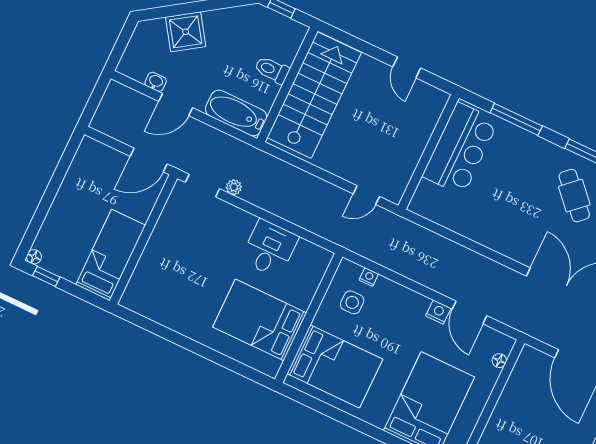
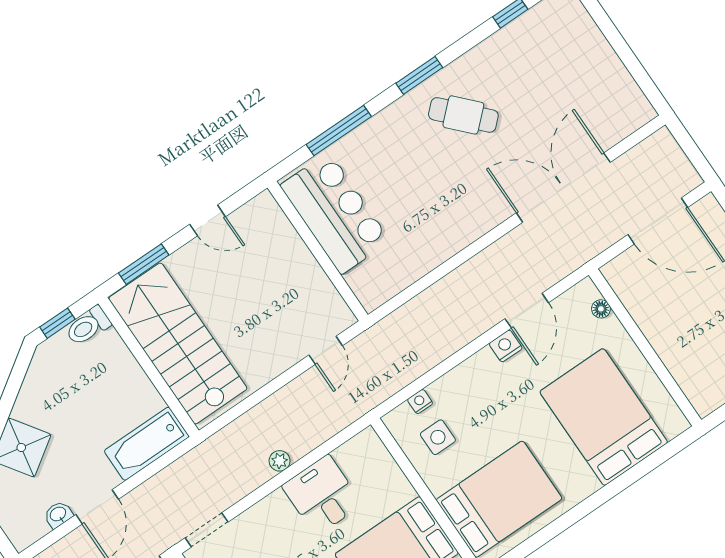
window: (353, 42) -> (144, 264), added
toilet: (272, 70) -> (88, 326), moved
plant: (234, 187) -> (280, 461), moved
door: (470, 312) -> (527, 311), hinge flipped

